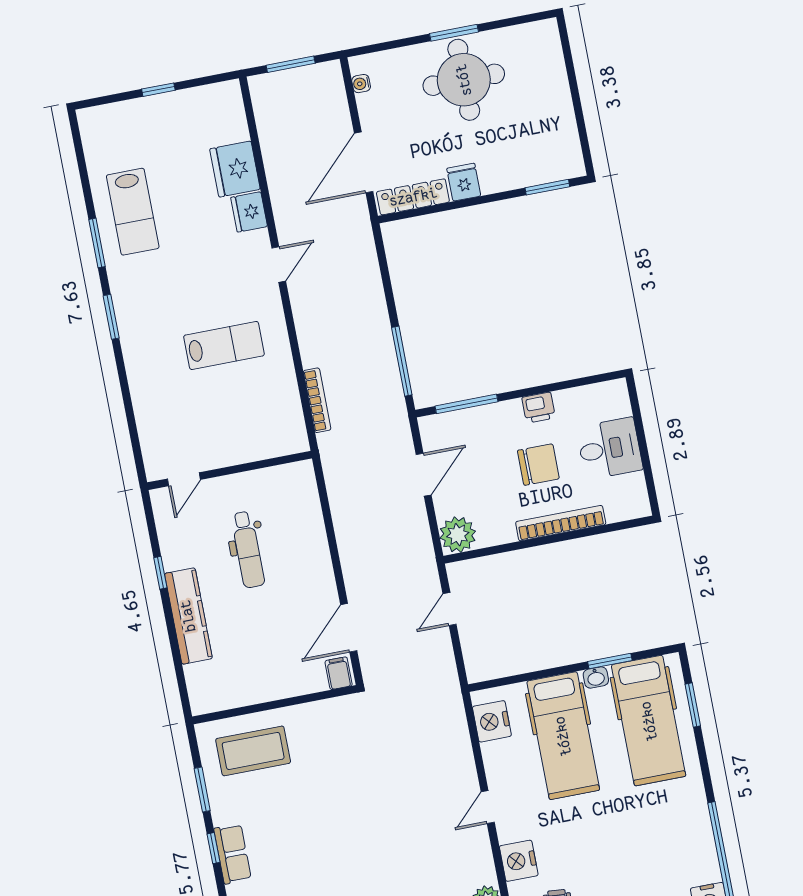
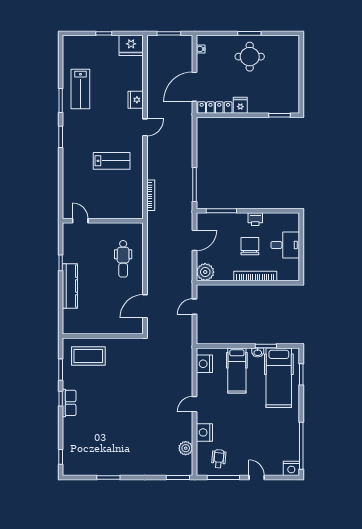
round table: (464, 80) -> (250, 57), width x0.73, depth x0.73
fridge: (235, 169) -> (131, 45), moved, turned -90
chair: (538, 465) -> (250, 246), turned -90
door: (184, 479) -> (80, 221), swing flipped
dental chair: (248, 550) -> (123, 259), moved
filing cabinet: (339, 673) -> (136, 327), removed
hospital bed: (563, 736) -> (237, 370), width x0.73, depth x0.78

